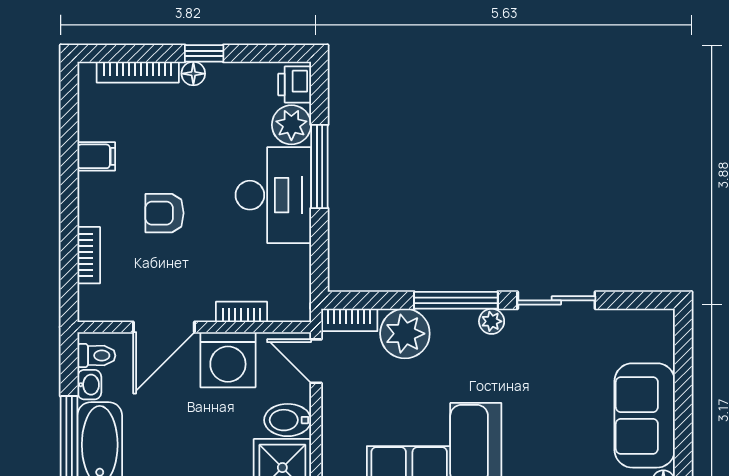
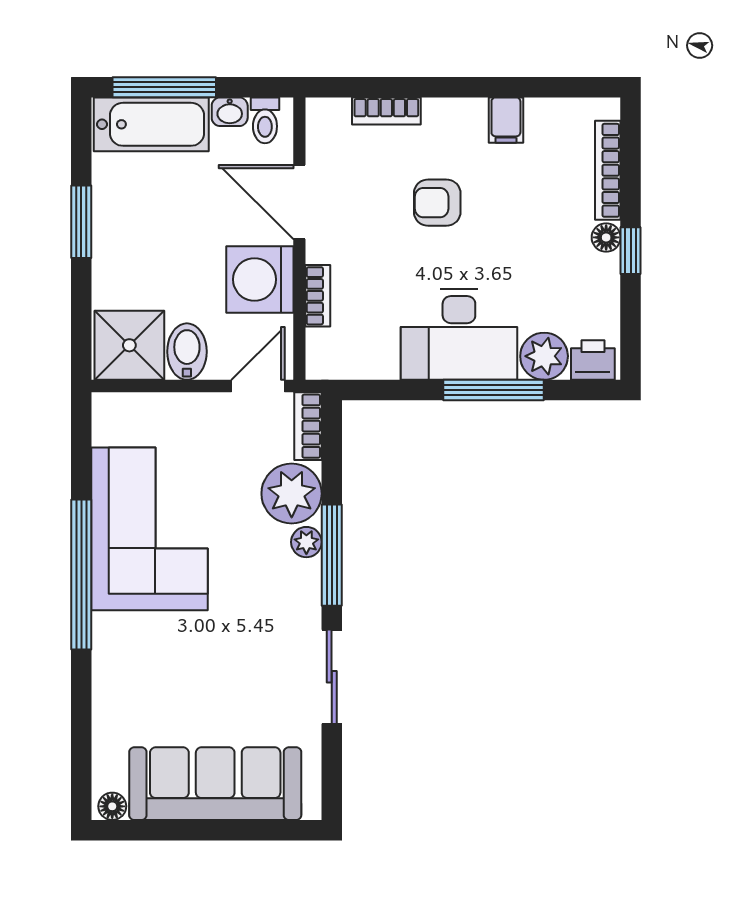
armchair: (164, 213) -> (437, 203), turned -90
plant: (492, 321) -> (306, 542), moved
sofa: (645, 415) -> (215, 784), width x1.36

